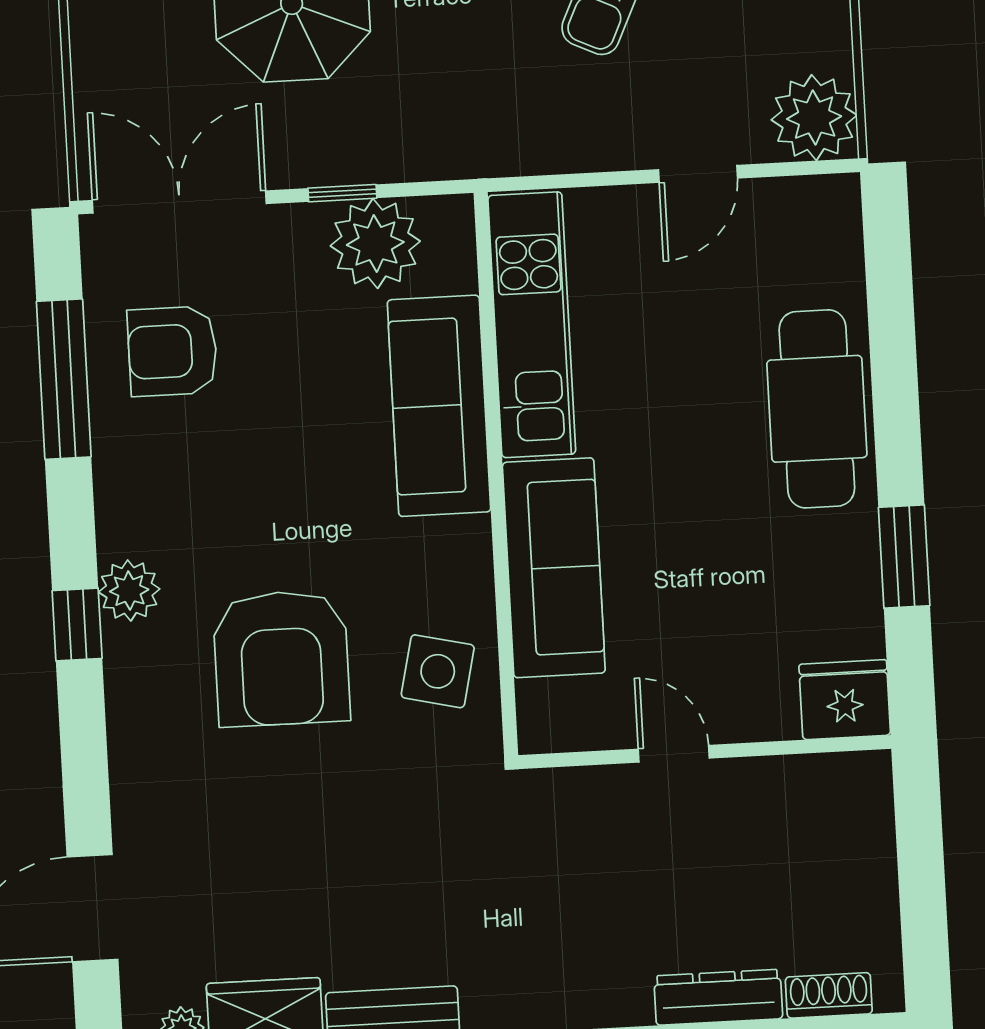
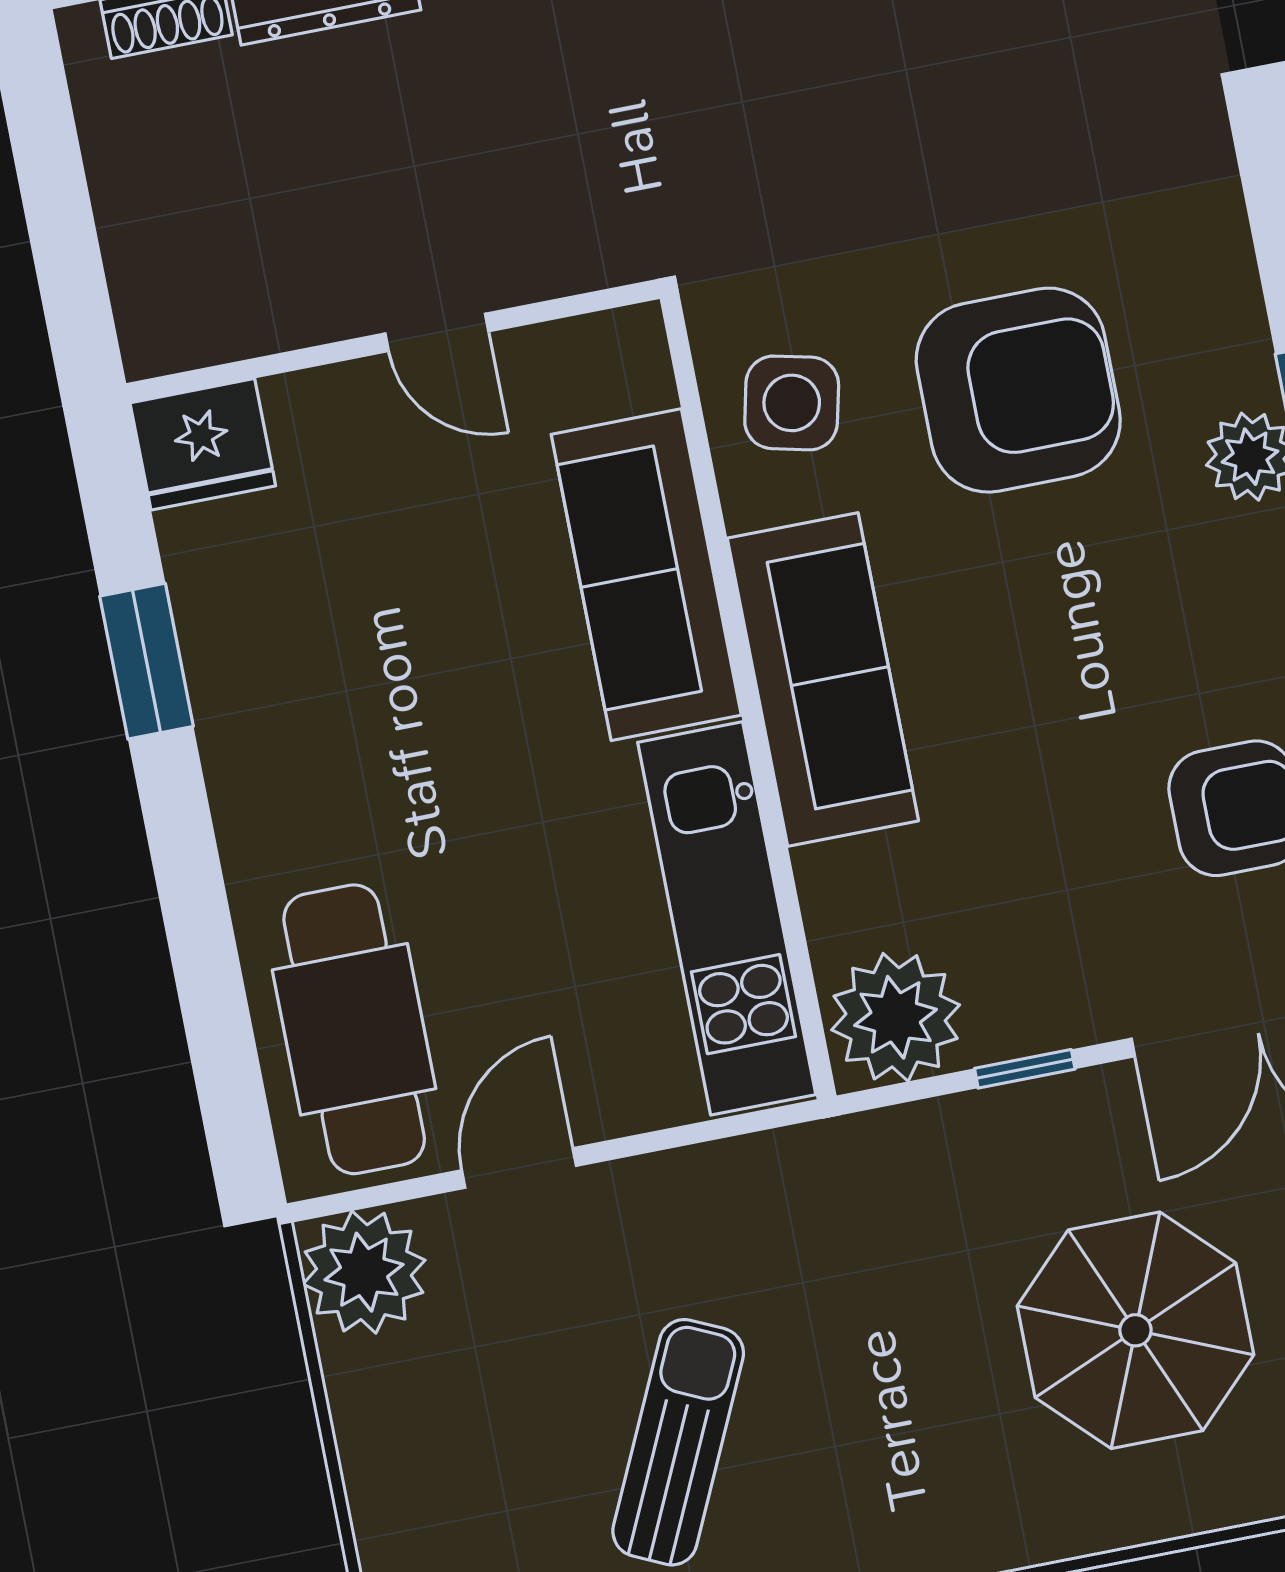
plant: (375, 244) -> (896, 1017), moved
sofa: (439, 406) -> (823, 679), moved
cafe table: (817, 409) -> (354, 1029), moved
armchair: (281, 658) -> (1018, 390), turned 90

